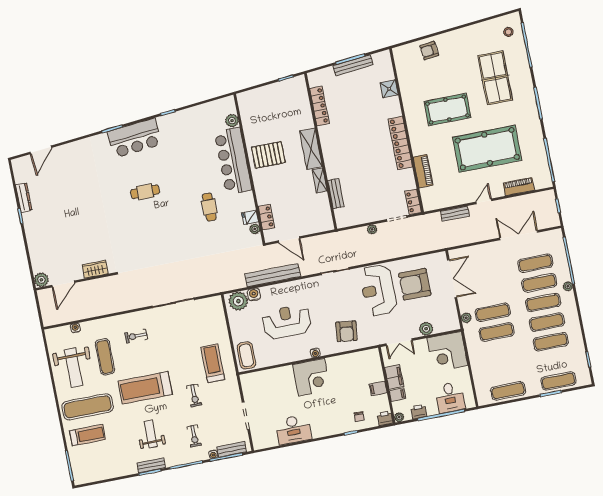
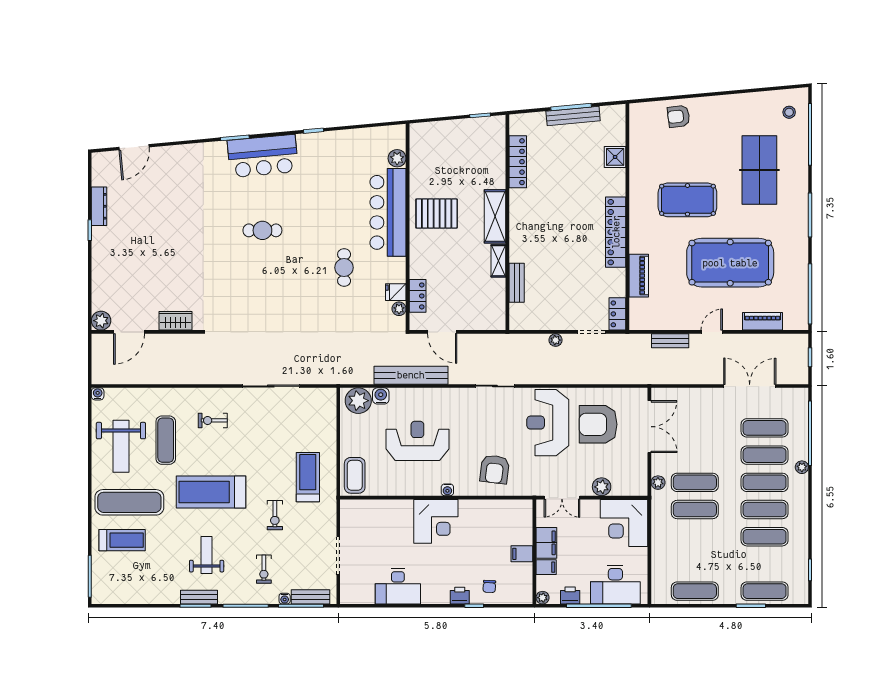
water cooler: (75, 328) -> (98, 394), moved
desk: (450, 397) -> (615, 585), width x1.37
printer: (385, 418) -> (460, 596), moved

